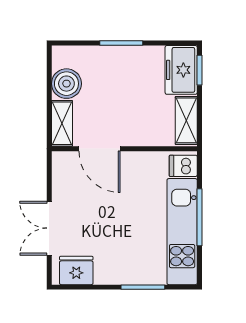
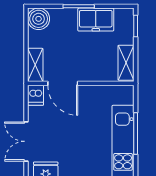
freezer: (181, 70) -> (96, 20), moved, turned -90
boiler: (66, 84) -> (39, 19), moved
dishwasher: (183, 166) -> (36, 95), moved, turned -90

